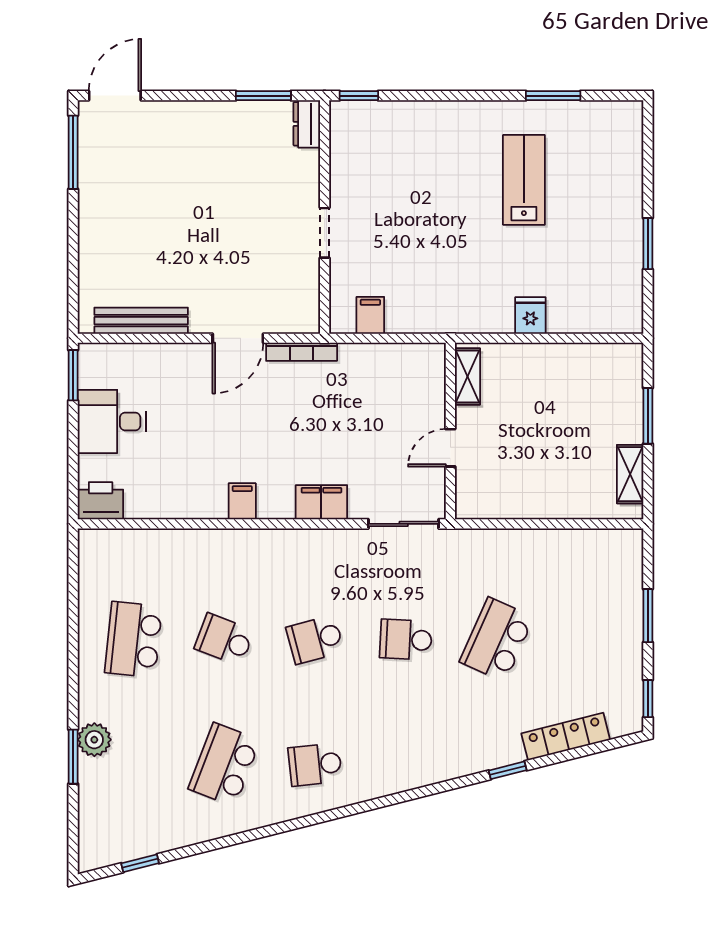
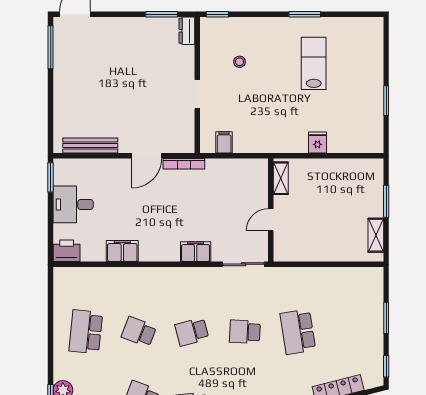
window: (553, 96) -> (305, 14), moved
stool: (397, 177) -> (239, 62), added
filing cabinet: (242, 501) -> (122, 251), moved, width x2.00
school desk: (497, 640) -> (298, 332), turned -33

